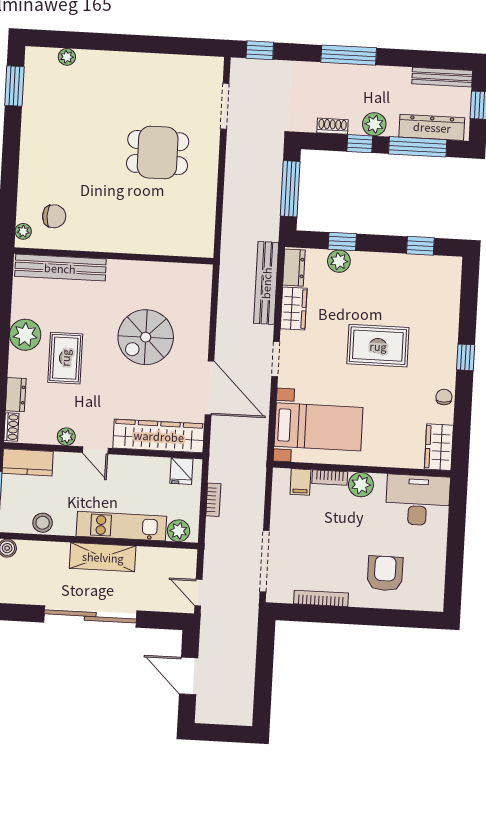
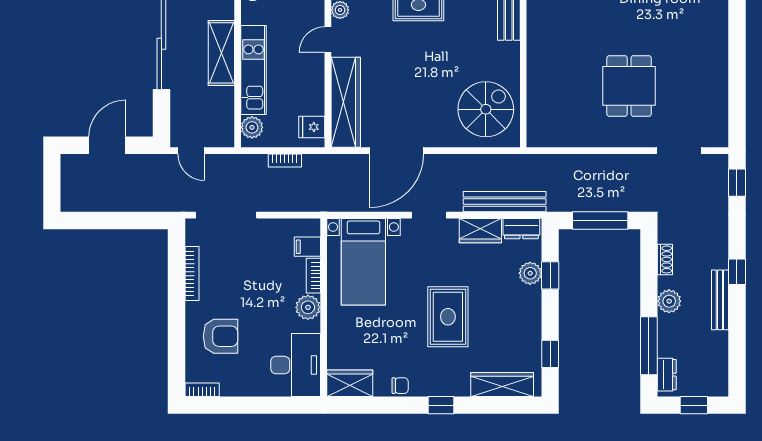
window: (349, 55) -> (737, 272), width x0.46
bench: (442, 77) -> (720, 300), moved
dresser: (432, 127) -> (667, 375), width x0.51, depth x0.80
window: (360, 144) -> (649, 288), removed
wardrobe: (448, 295) -> (502, 384), added
spiral stairs: (146, 337) -> (486, 109), moved, turned 90
door: (198, 593) -> (191, 151), swing flipped
bookcase: (437, 595) -> (202, 390), added

